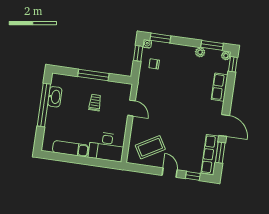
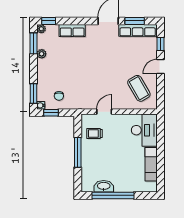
trolley: (95, 103) -> (95, 134), moved

